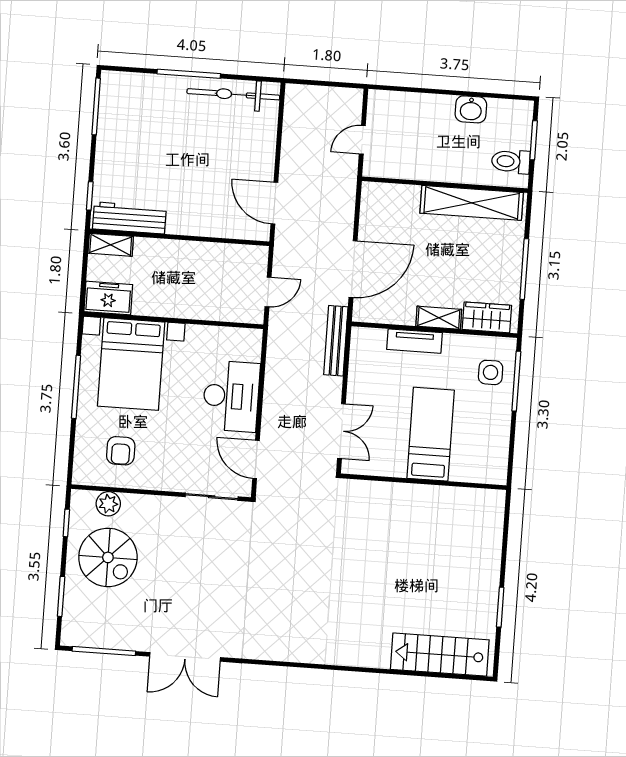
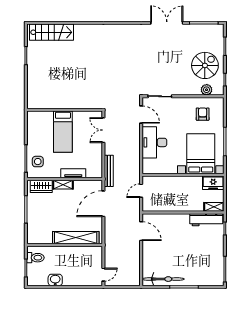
door: (362, 140) -> (103, 275), moved
shelving: (472, 203) -> (76, 238), moved
spiral stairs: (108, 557) -> (205, 65), turned 90

